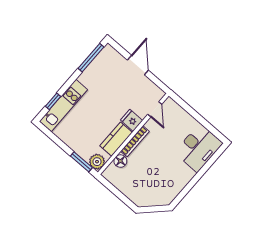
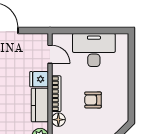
desk: (199, 148) -> (94, 50), moved, turned -90
armchair: (157, 168) -> (93, 100), added

